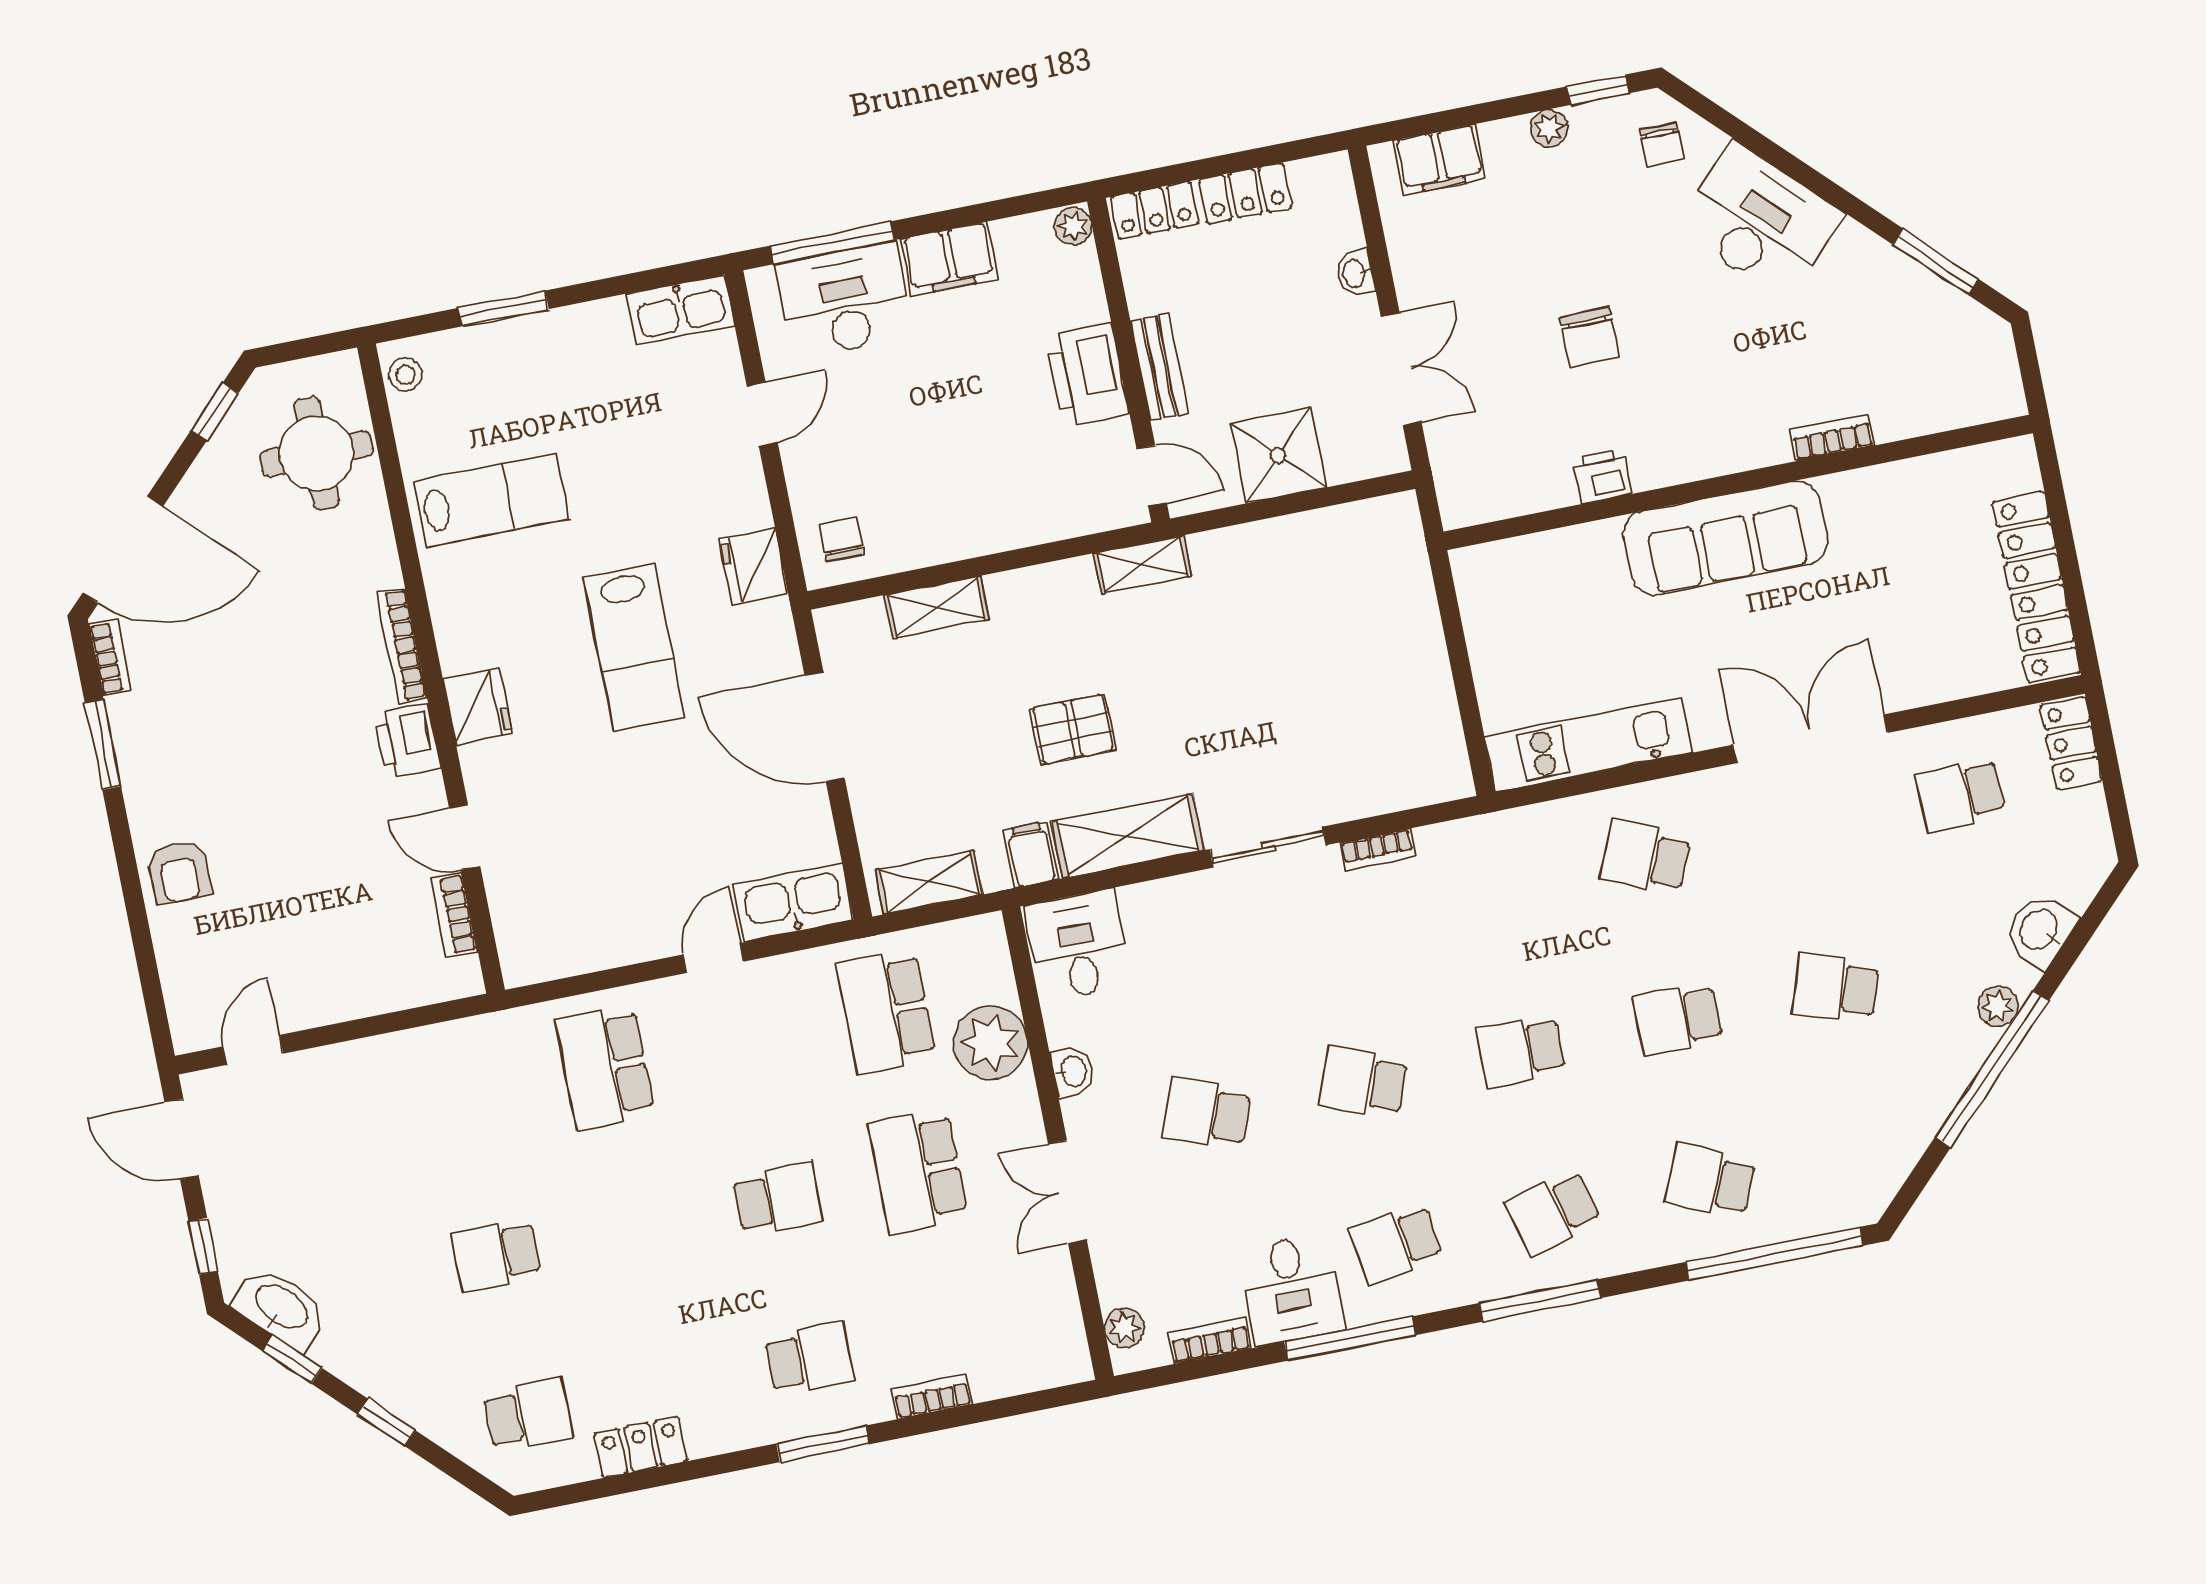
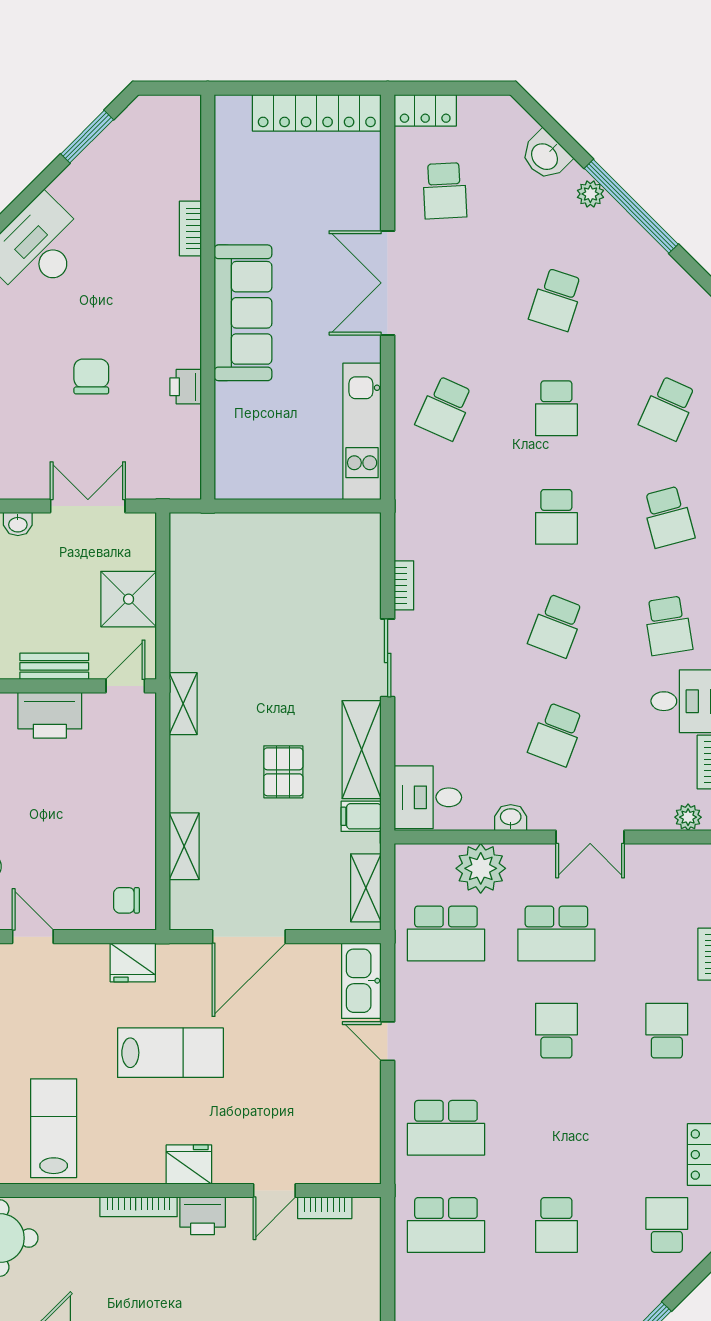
chair: (1589, 337) -> (91, 377), turned -90
school desk: (464, 1095) -> (446, 1225), added

